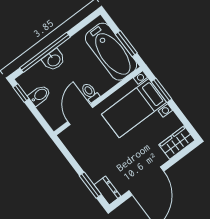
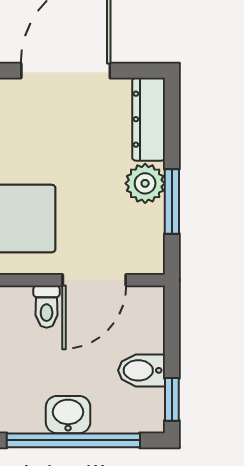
plant: (88, 162) -> (145, 183), added
window: (90, 185) -> (172, 201), moved
dresser: (107, 190) -> (149, 119), width x1.44

